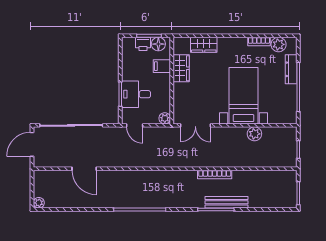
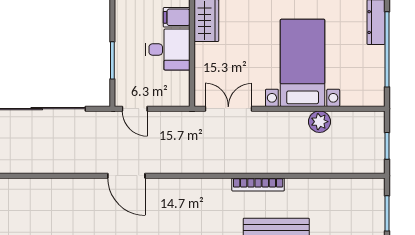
desk: (136, 94) -> (168, 50), moved, turned 180
plant: (165, 118) -> (181, 98), removed
double door: (195, 125) -> (228, 109), swing flipped
door: (84, 169) -> (126, 176), moved

